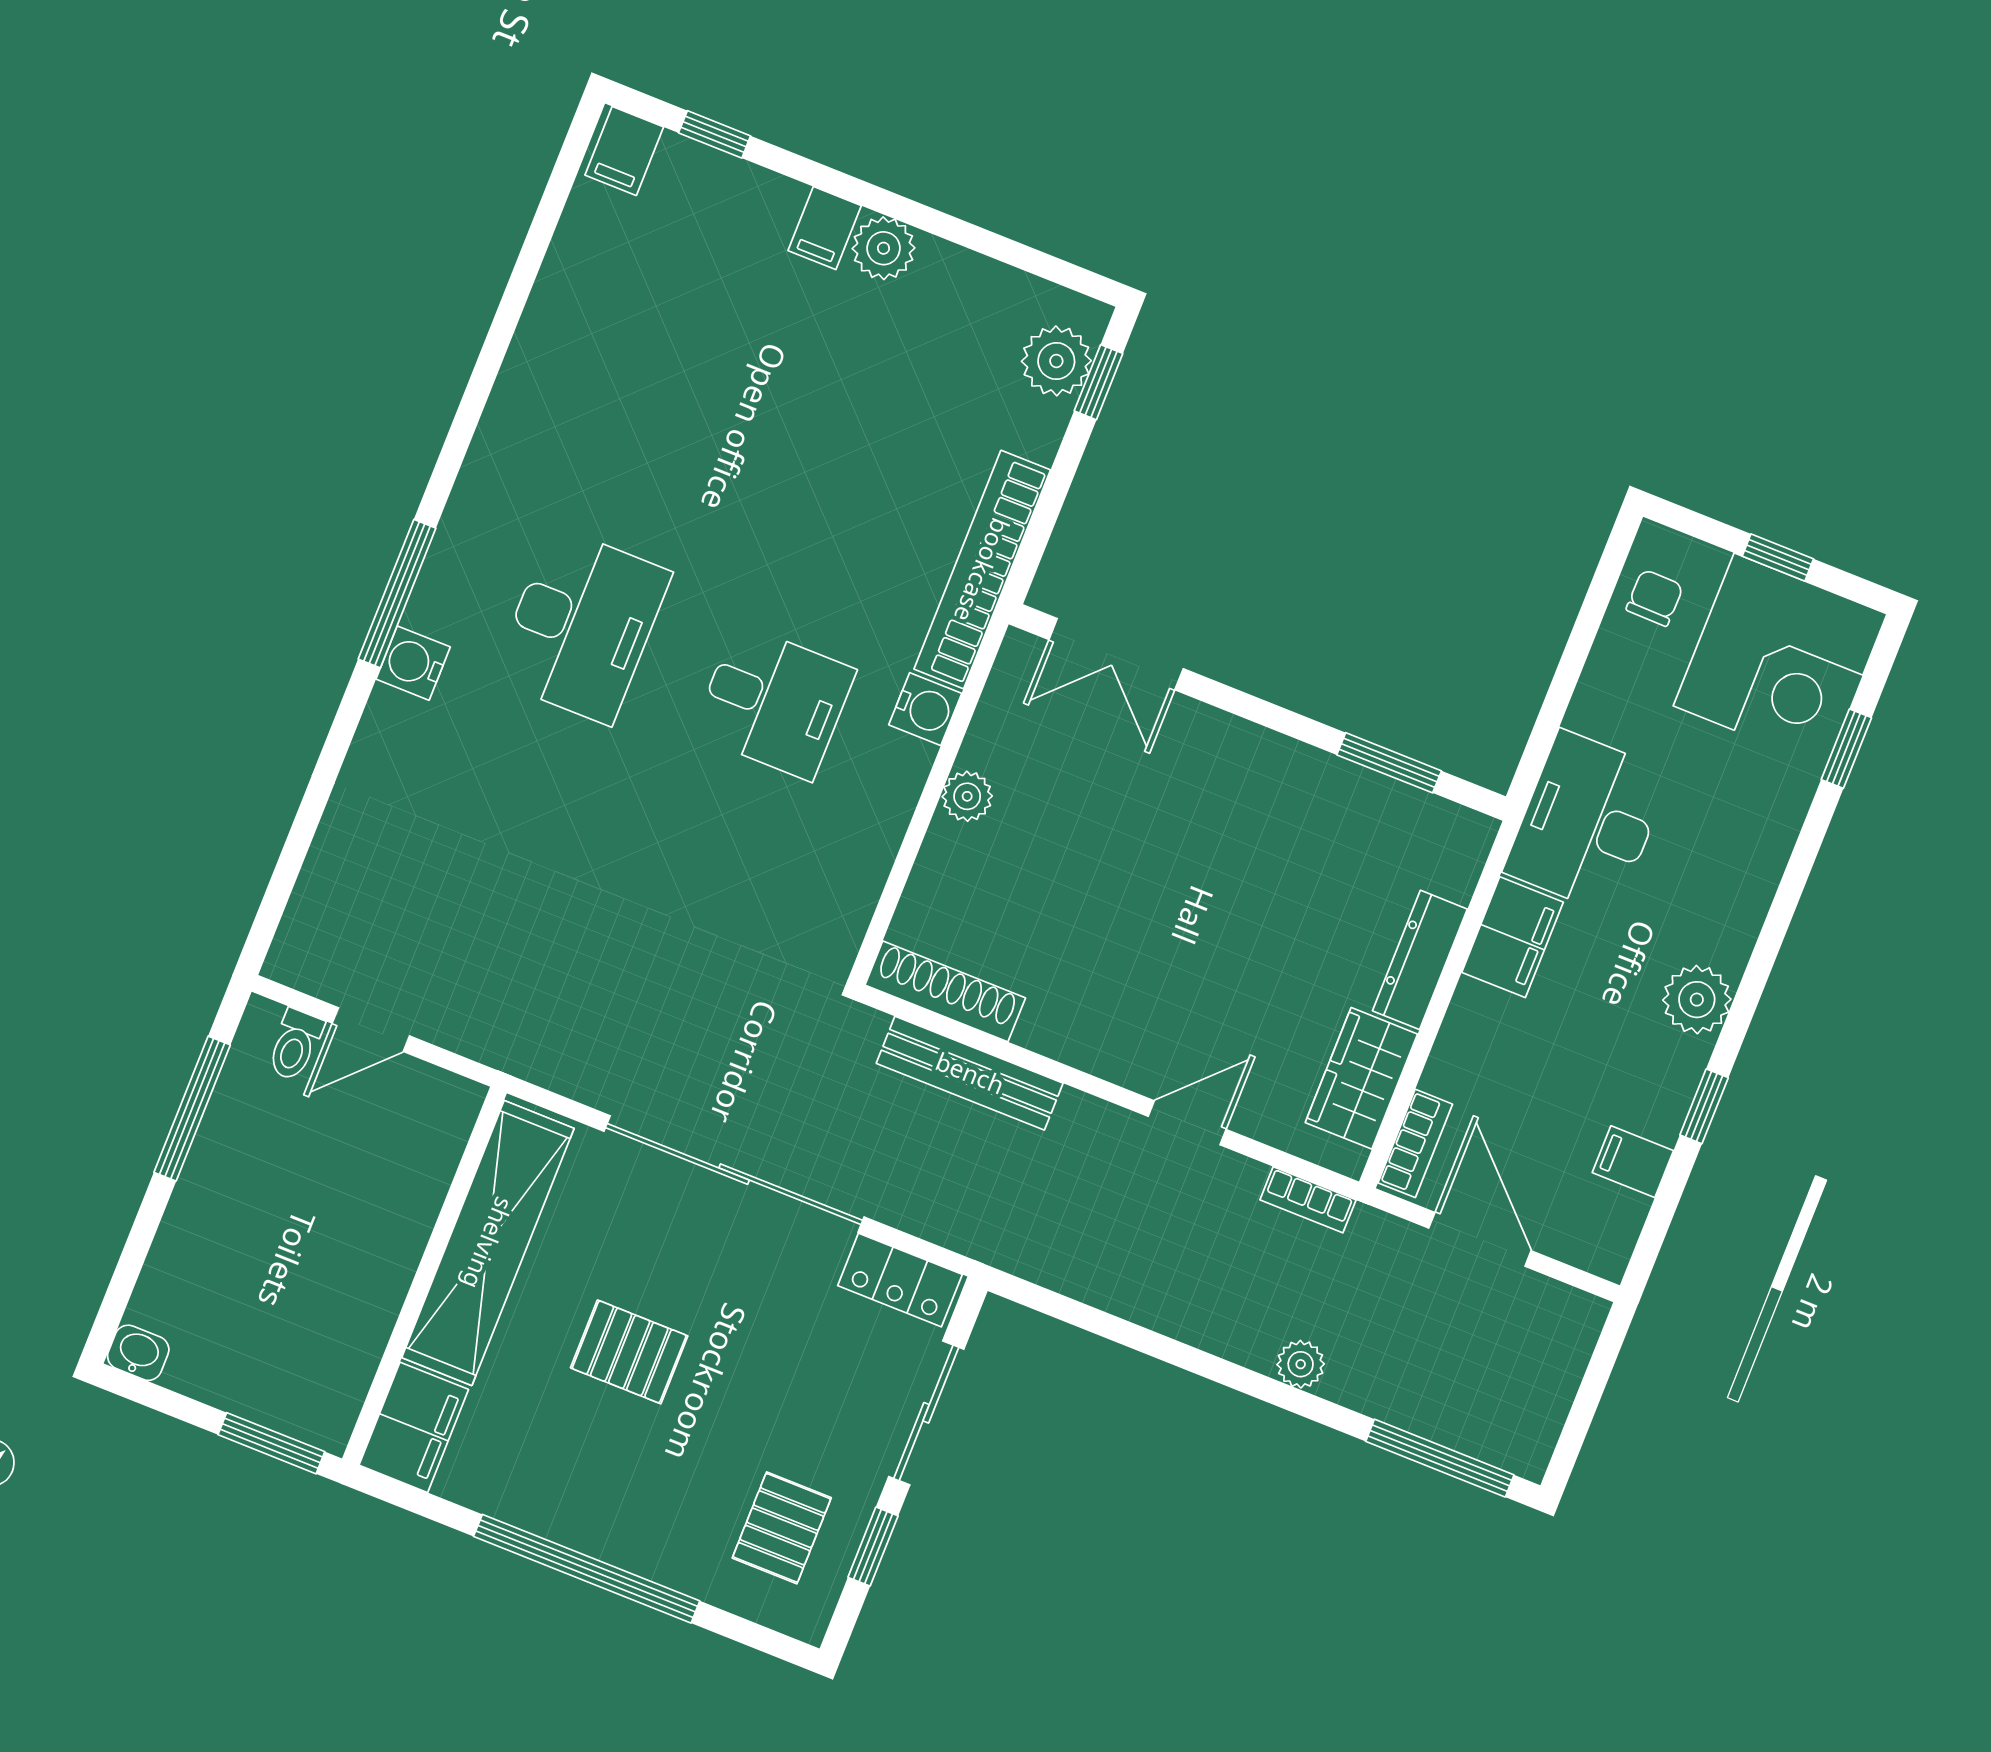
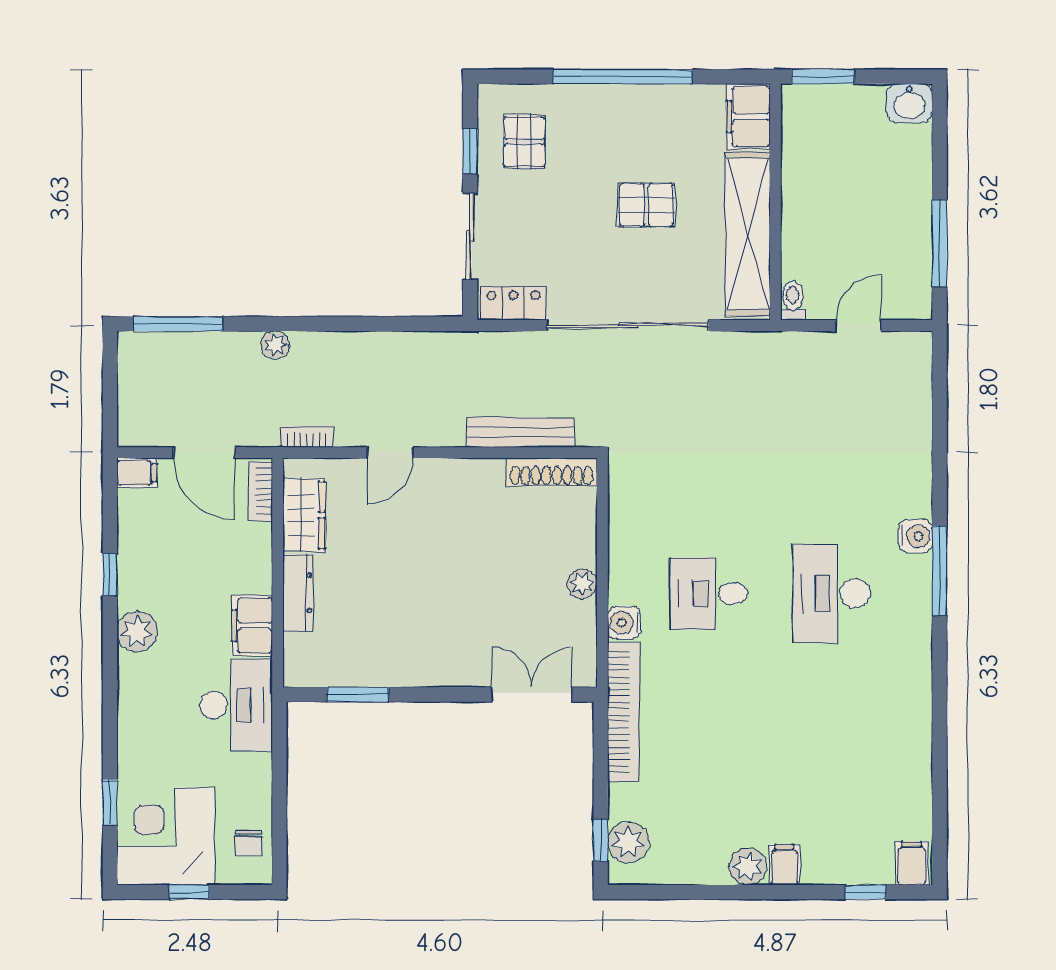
toilet: (295, 1045) -> (793, 301), moved
filing cabinet: (1633, 1162) -> (137, 473), moved
washbasin: (138, 1353) -> (909, 103), width x1.38, depth x1.45

